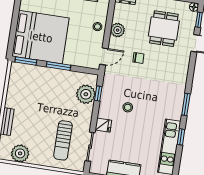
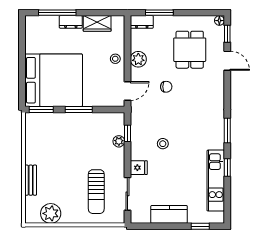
plant: (86, 94) -> (119, 141), width x0.53, depth x0.53

